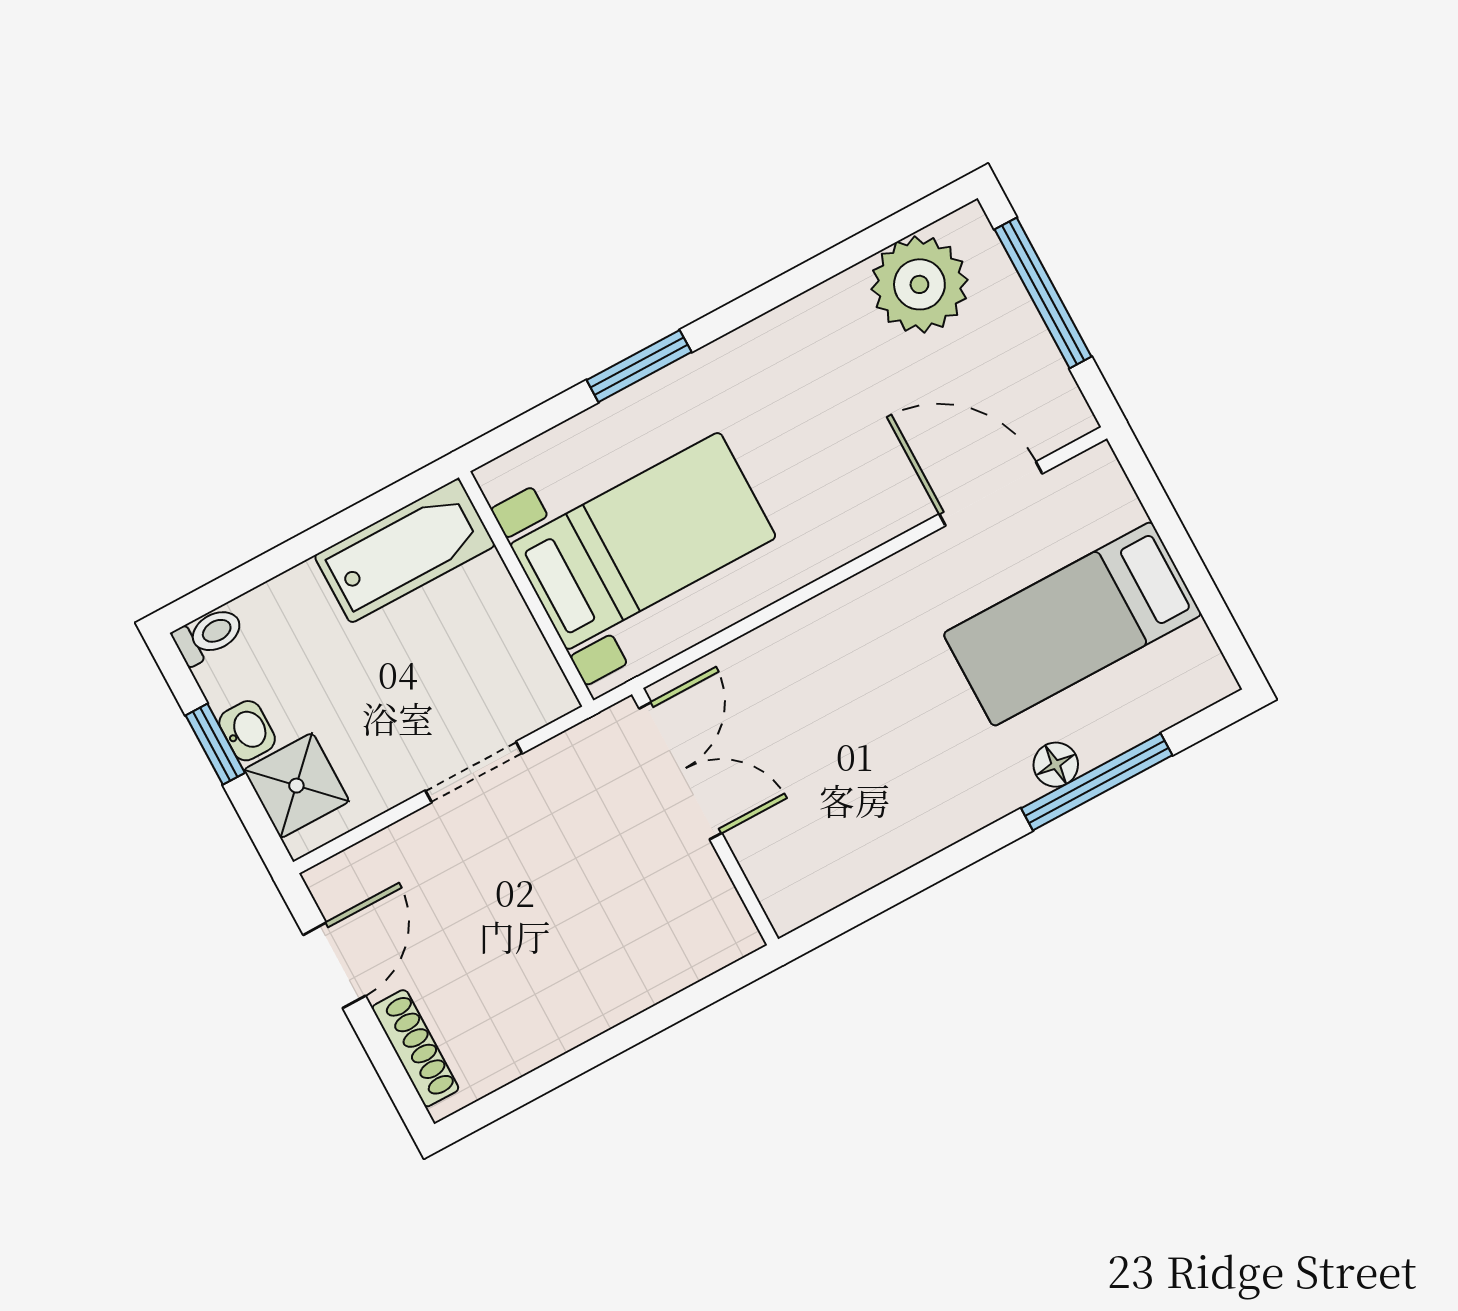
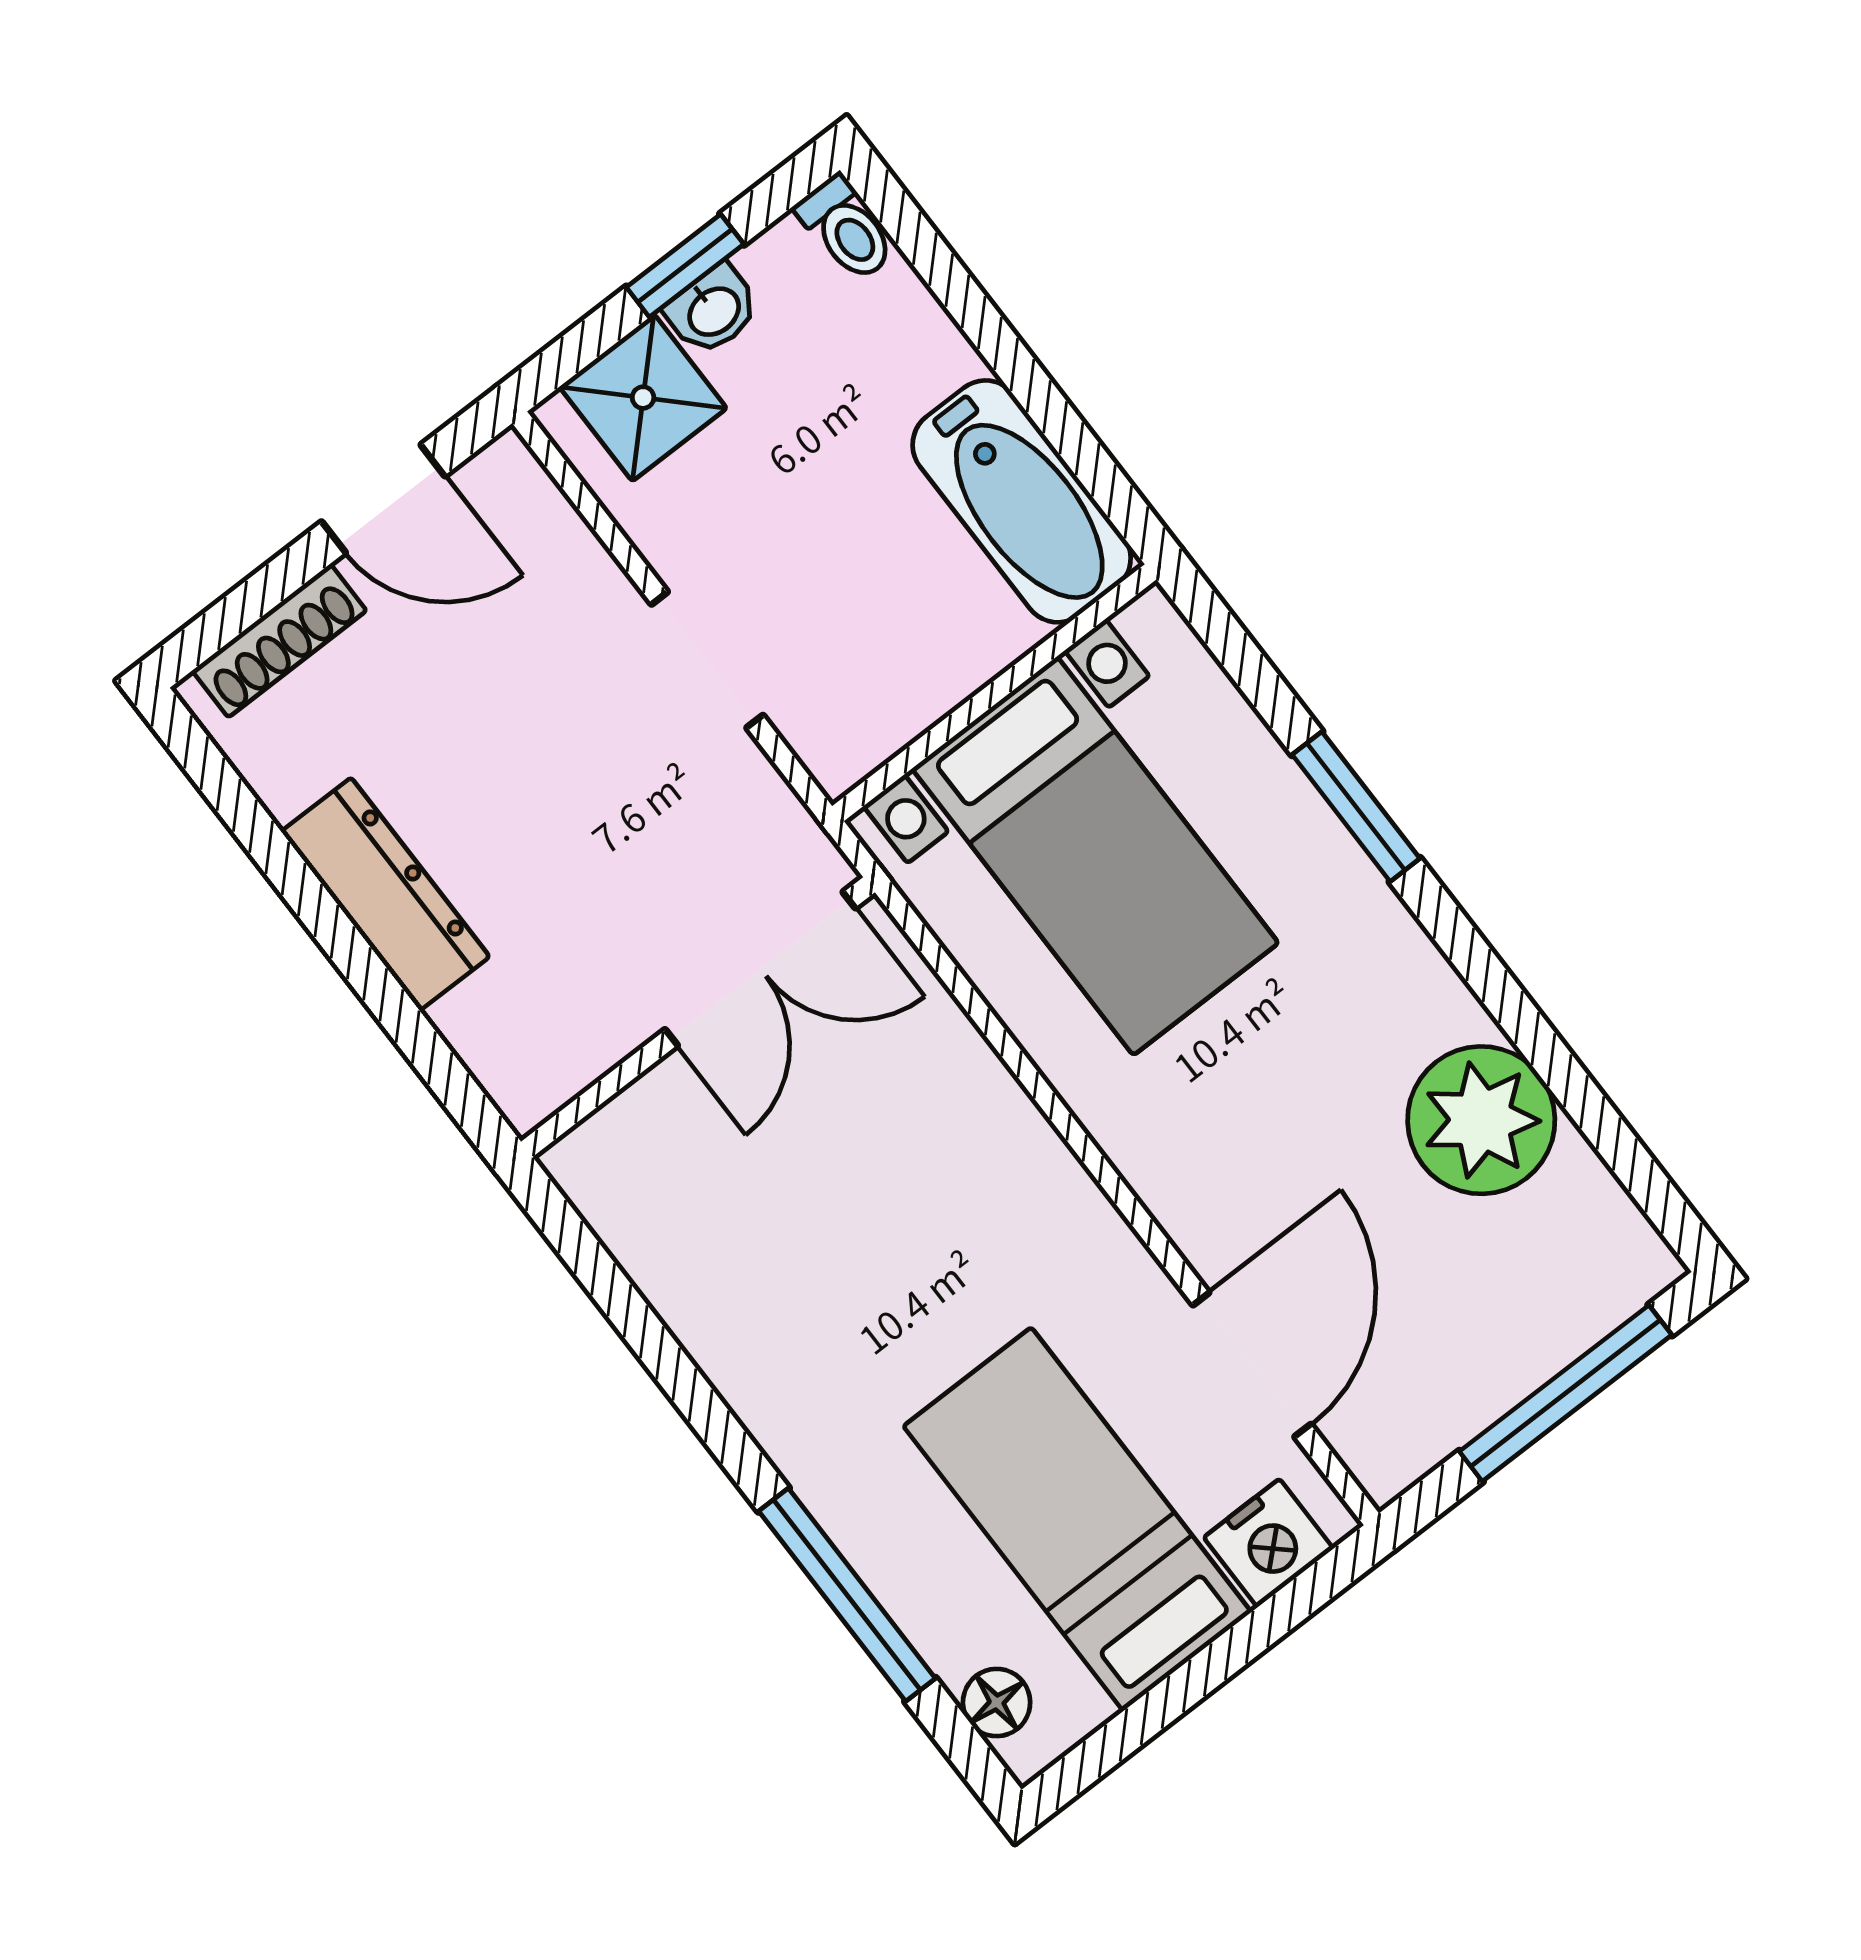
plant: (919, 284) -> (1481, 1120), moved
nightstand: (1108, 502) -> (1268, 1543), added
floor lamp: (1056, 765) -> (997, 1703), moved
dresser: (592, 1007) -> (385, 894), added

